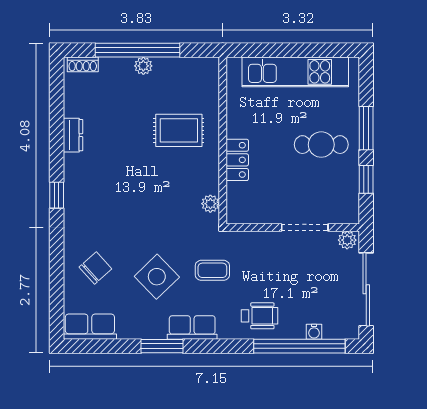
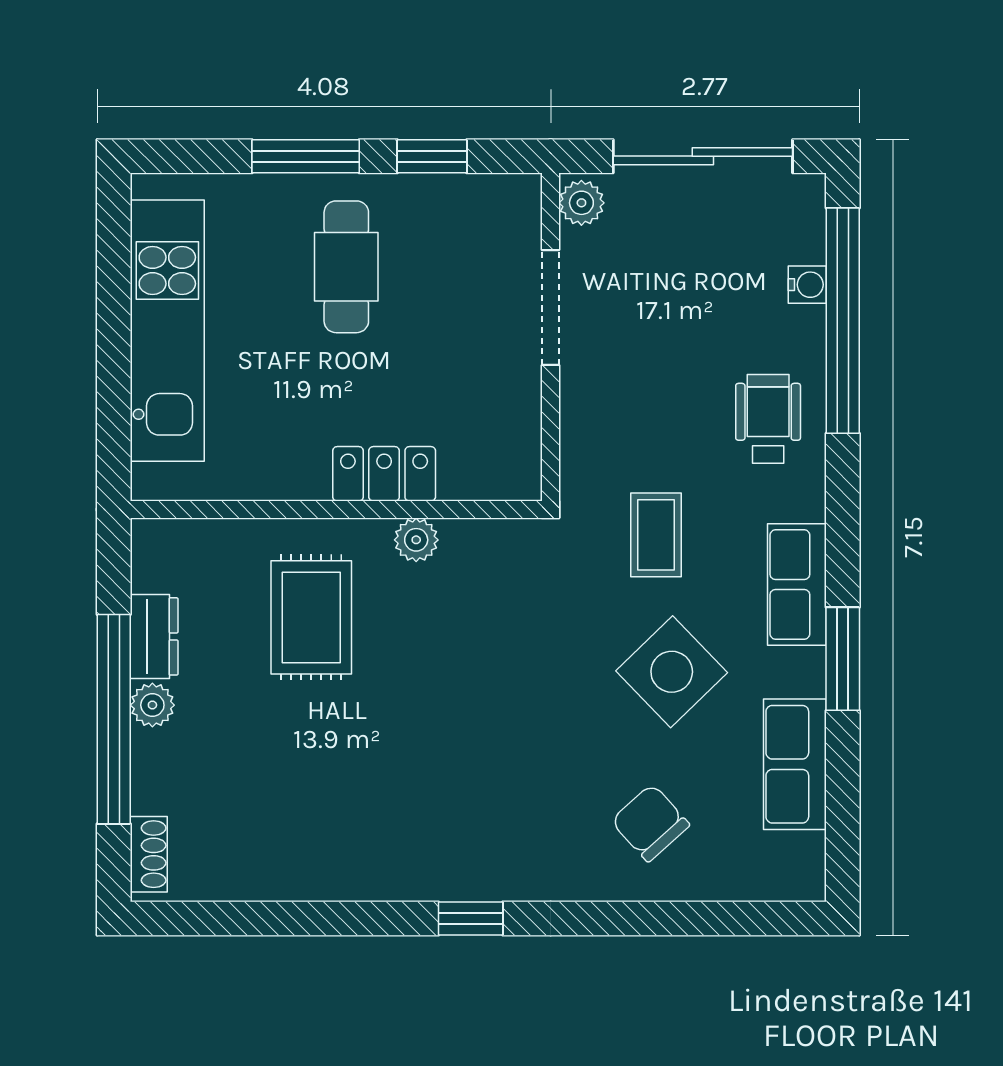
dresser: (73, 135) -> (154, 636), moved, turned 90
plant: (210, 204) -> (416, 540), moved
row of seats: (90, 327) -> (795, 764), moved

